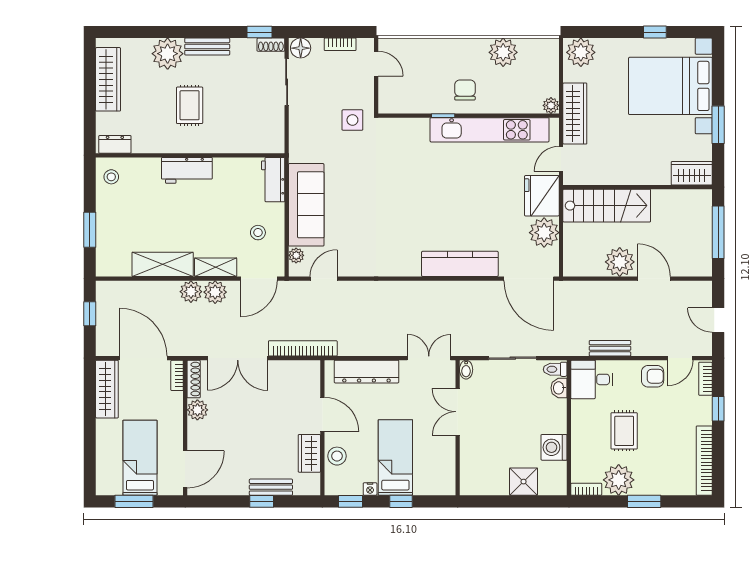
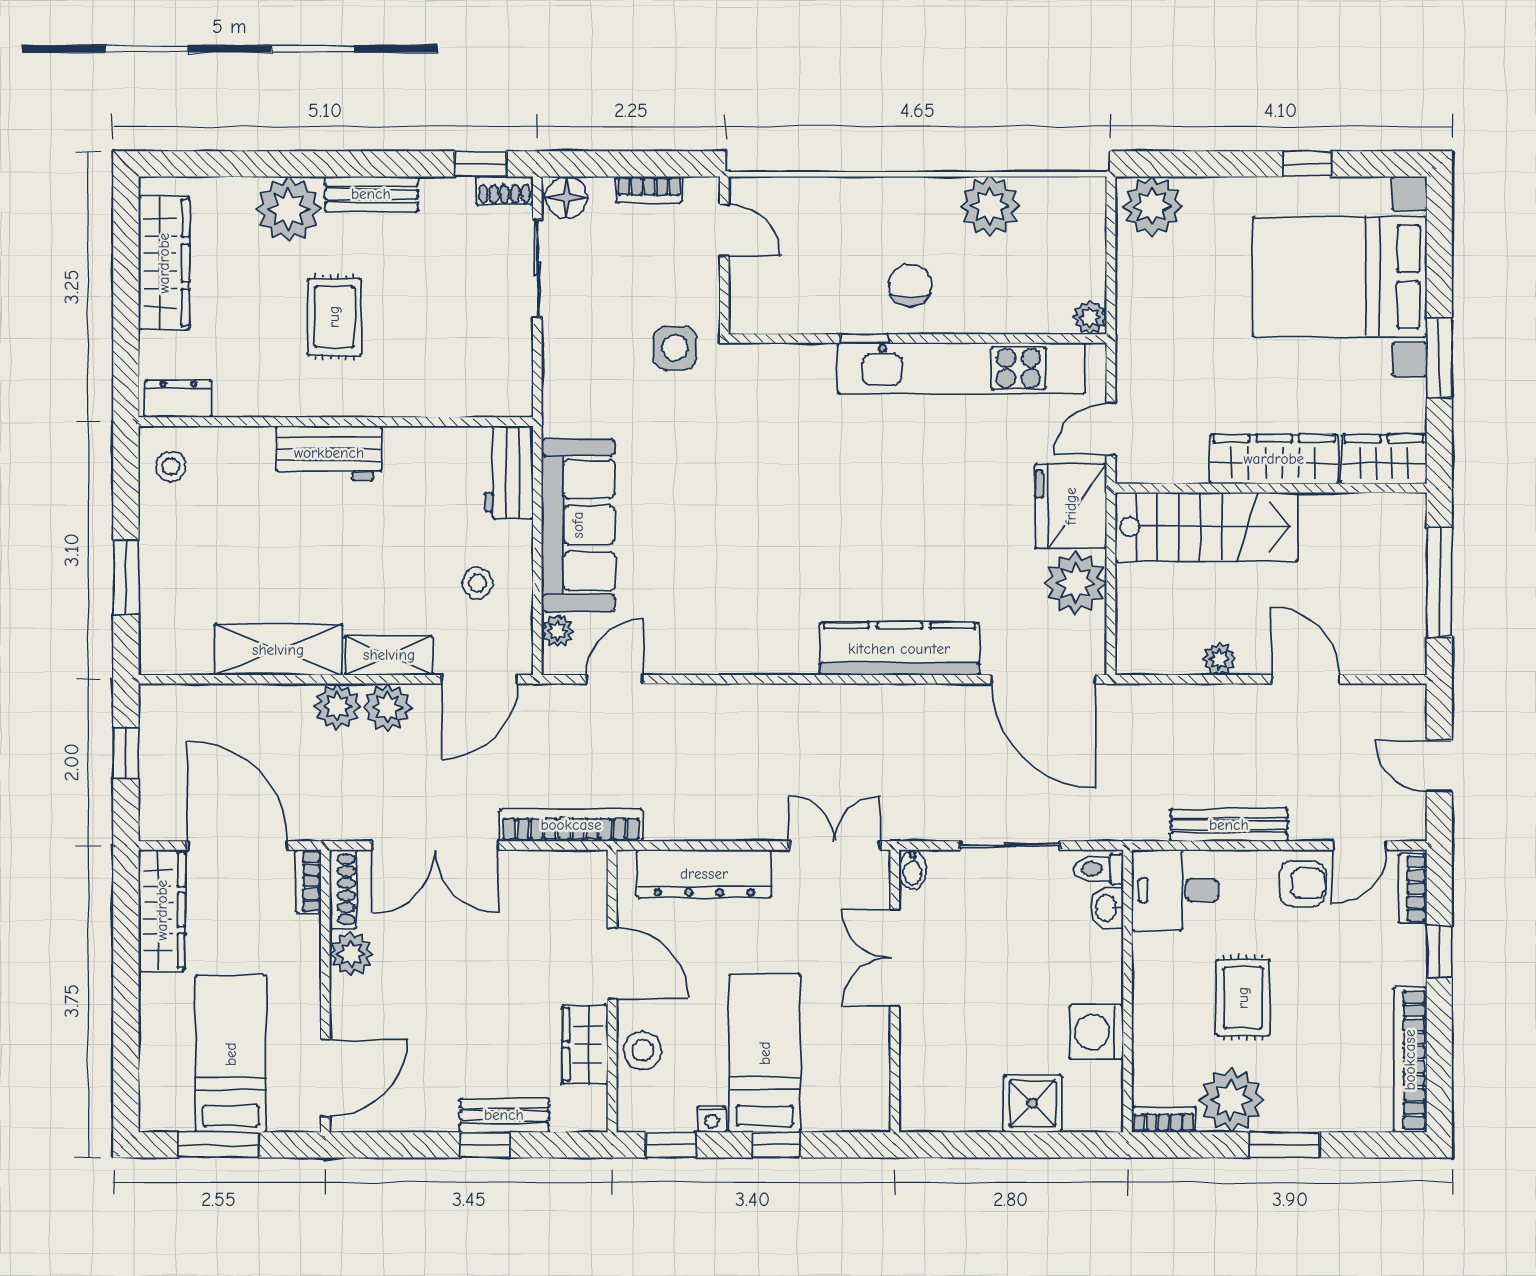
wardrobe: (575, 114) -> (1274, 459), moved, turned -90
plant: (620, 262) -> (1219, 659), width x0.53, depth x0.53
bench: (610, 348) -> (1229, 825), width x1.36

